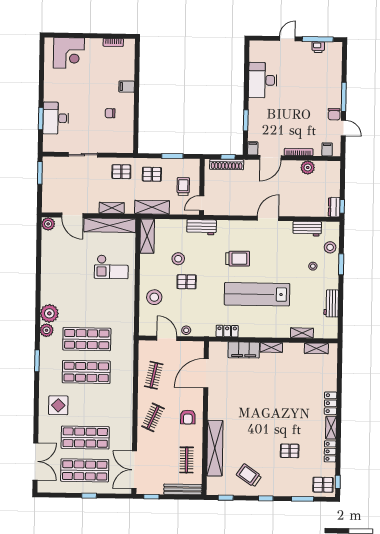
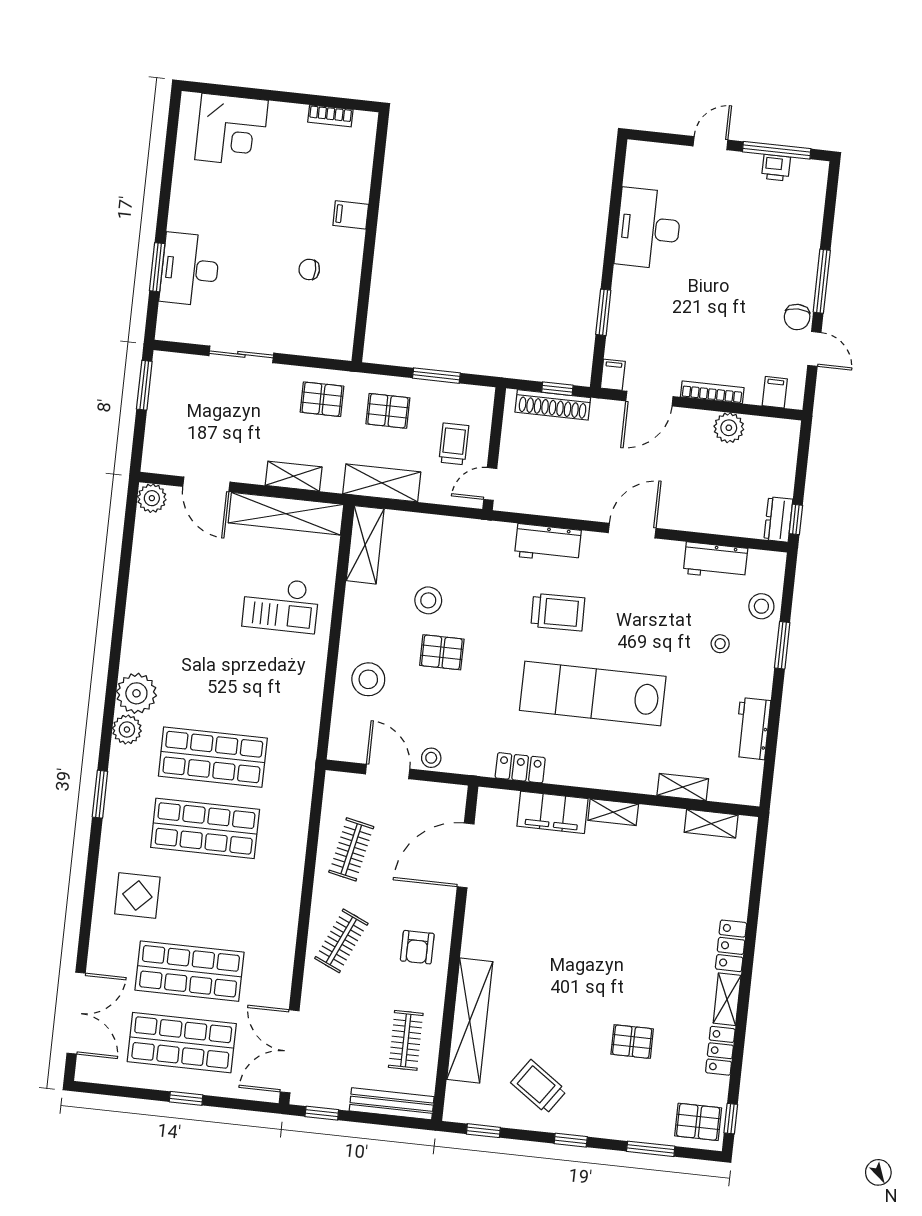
workbench: (202, 227) -> (548, 543), moved

